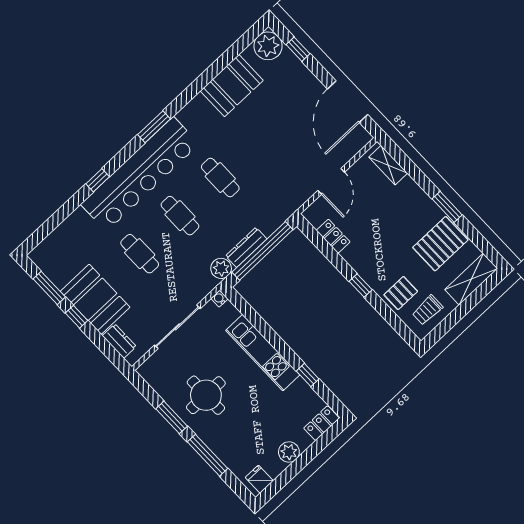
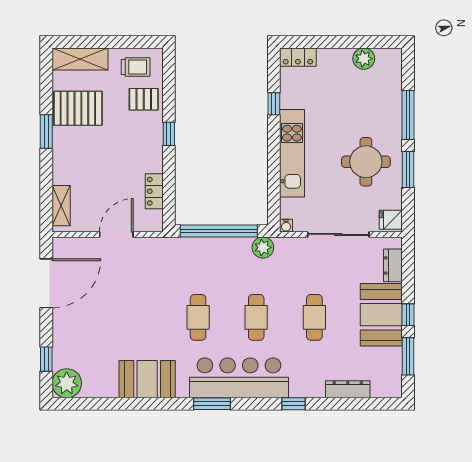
booth: (232, 86) -> (147, 379), moved
bar counter: (140, 174) -> (239, 378), width x0.73
dresser: (246, 247) -> (348, 389), moved, turned 180
plant: (289, 452) -> (364, 59), moved
fridge: (259, 479) -> (391, 220), moved, turned 90

